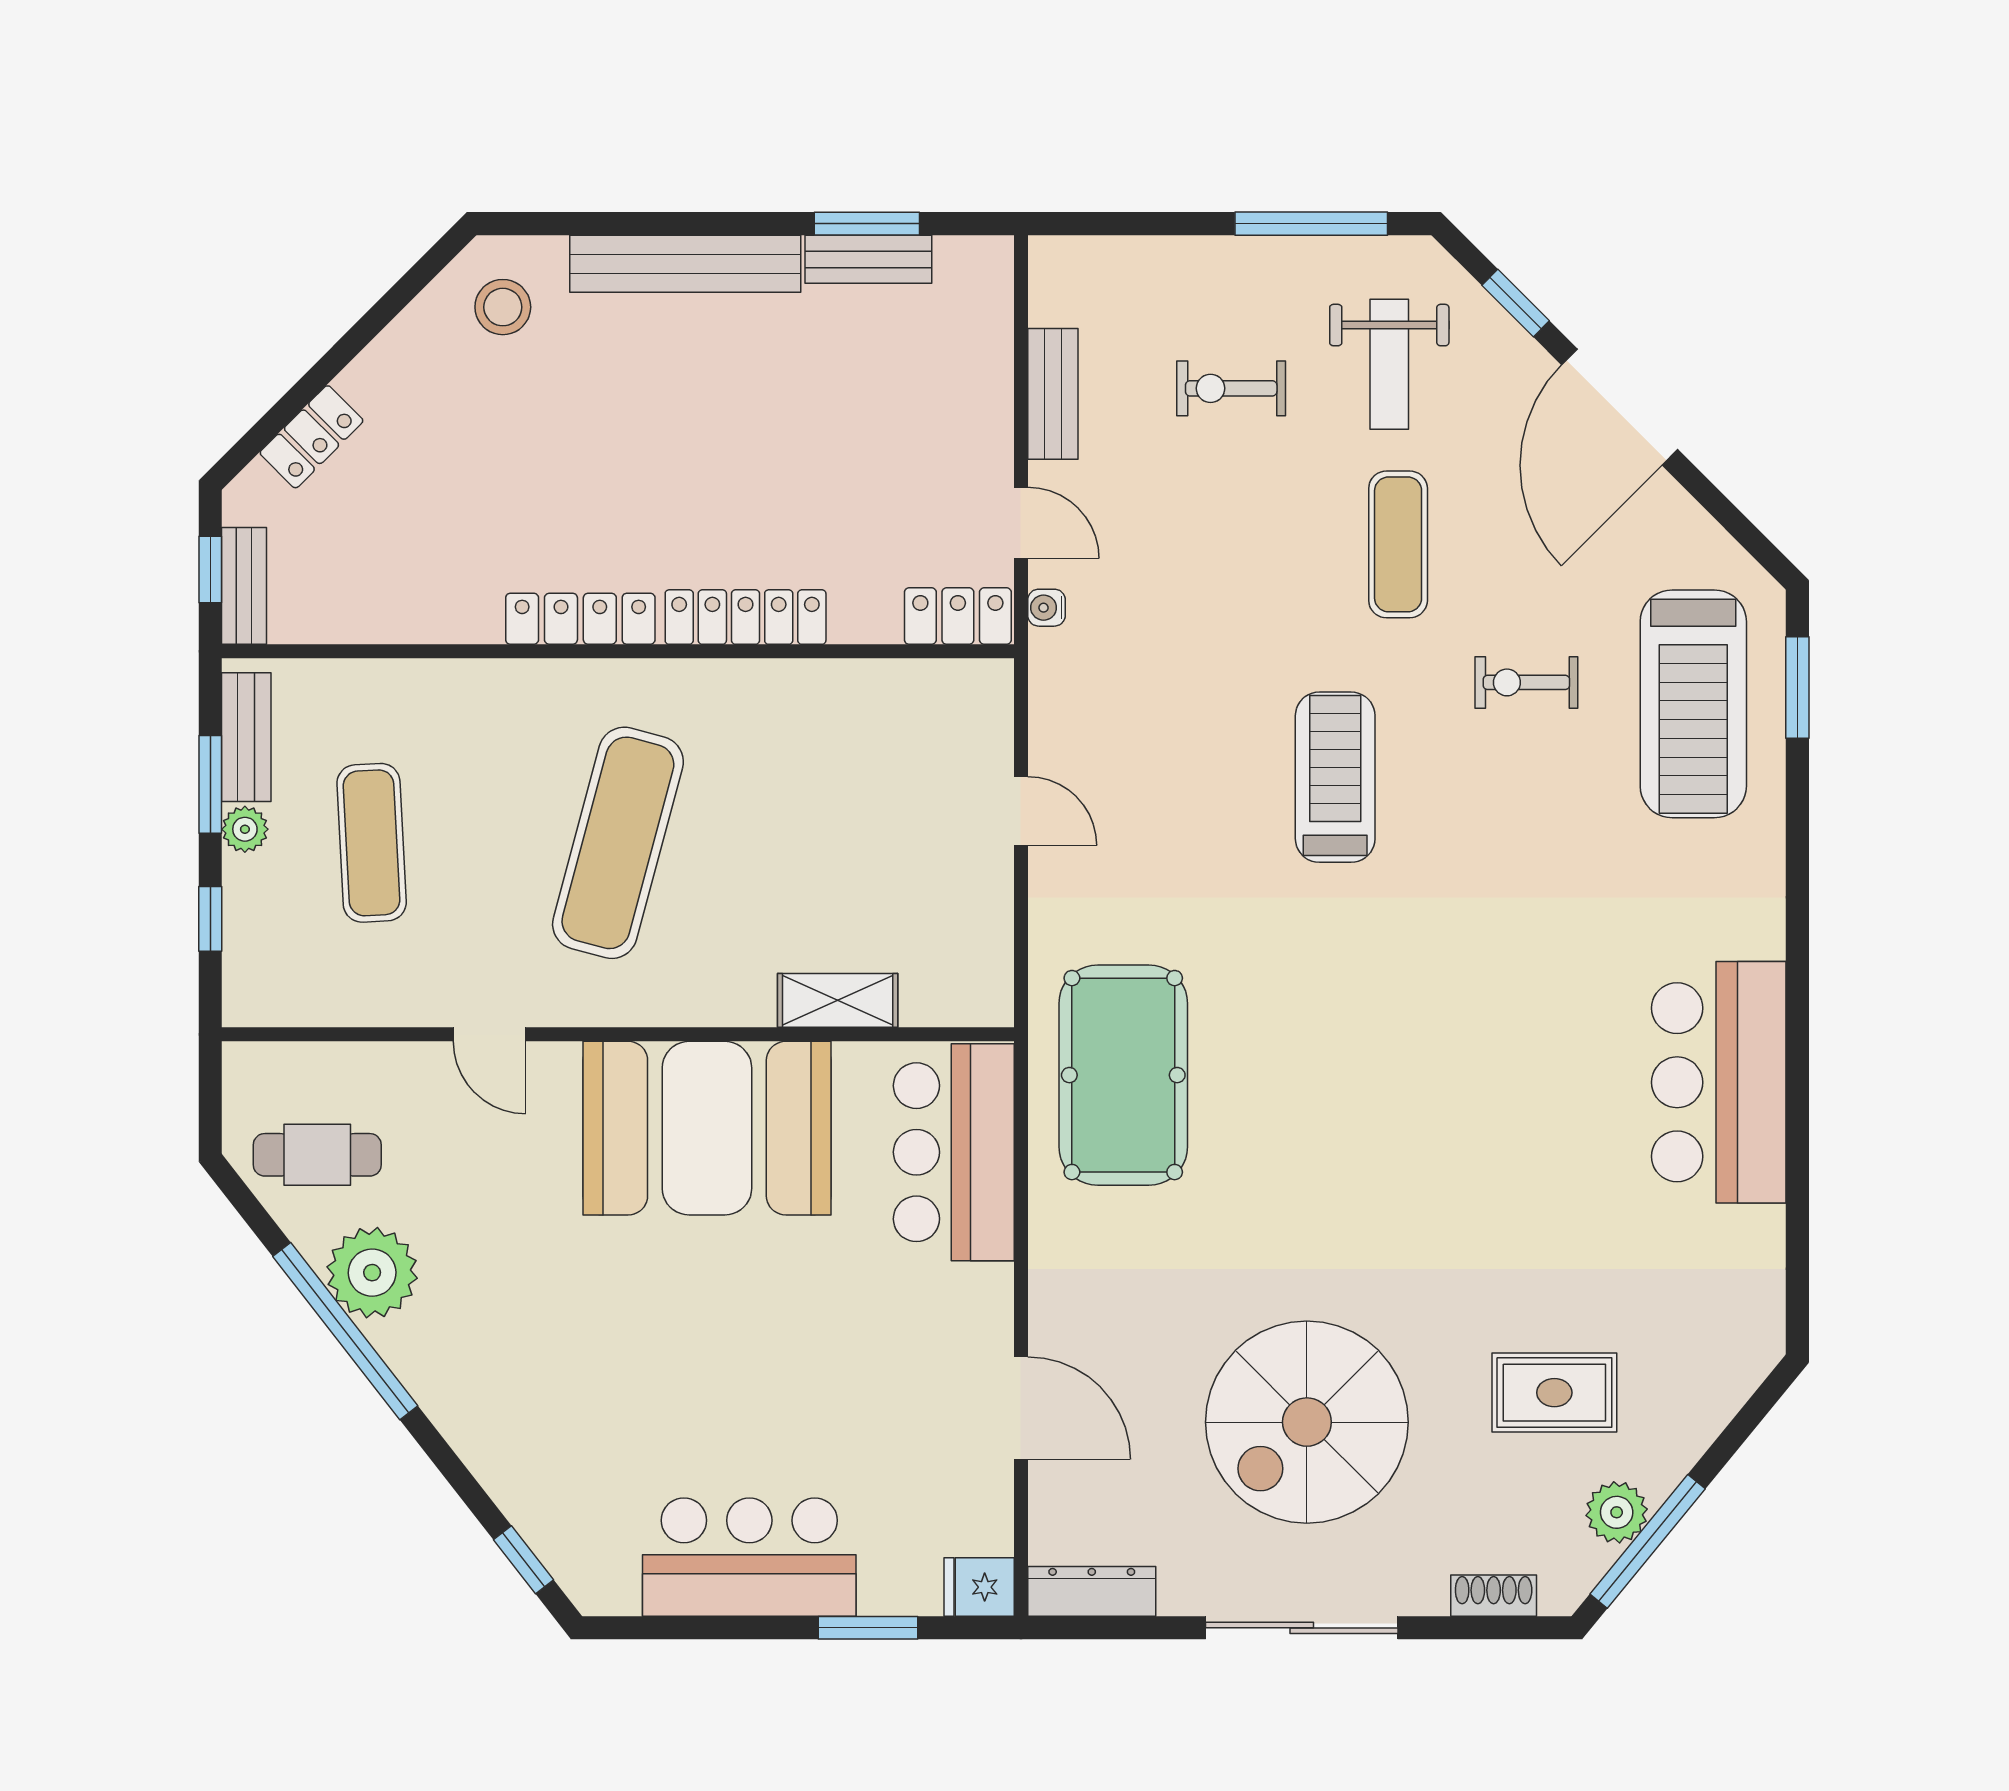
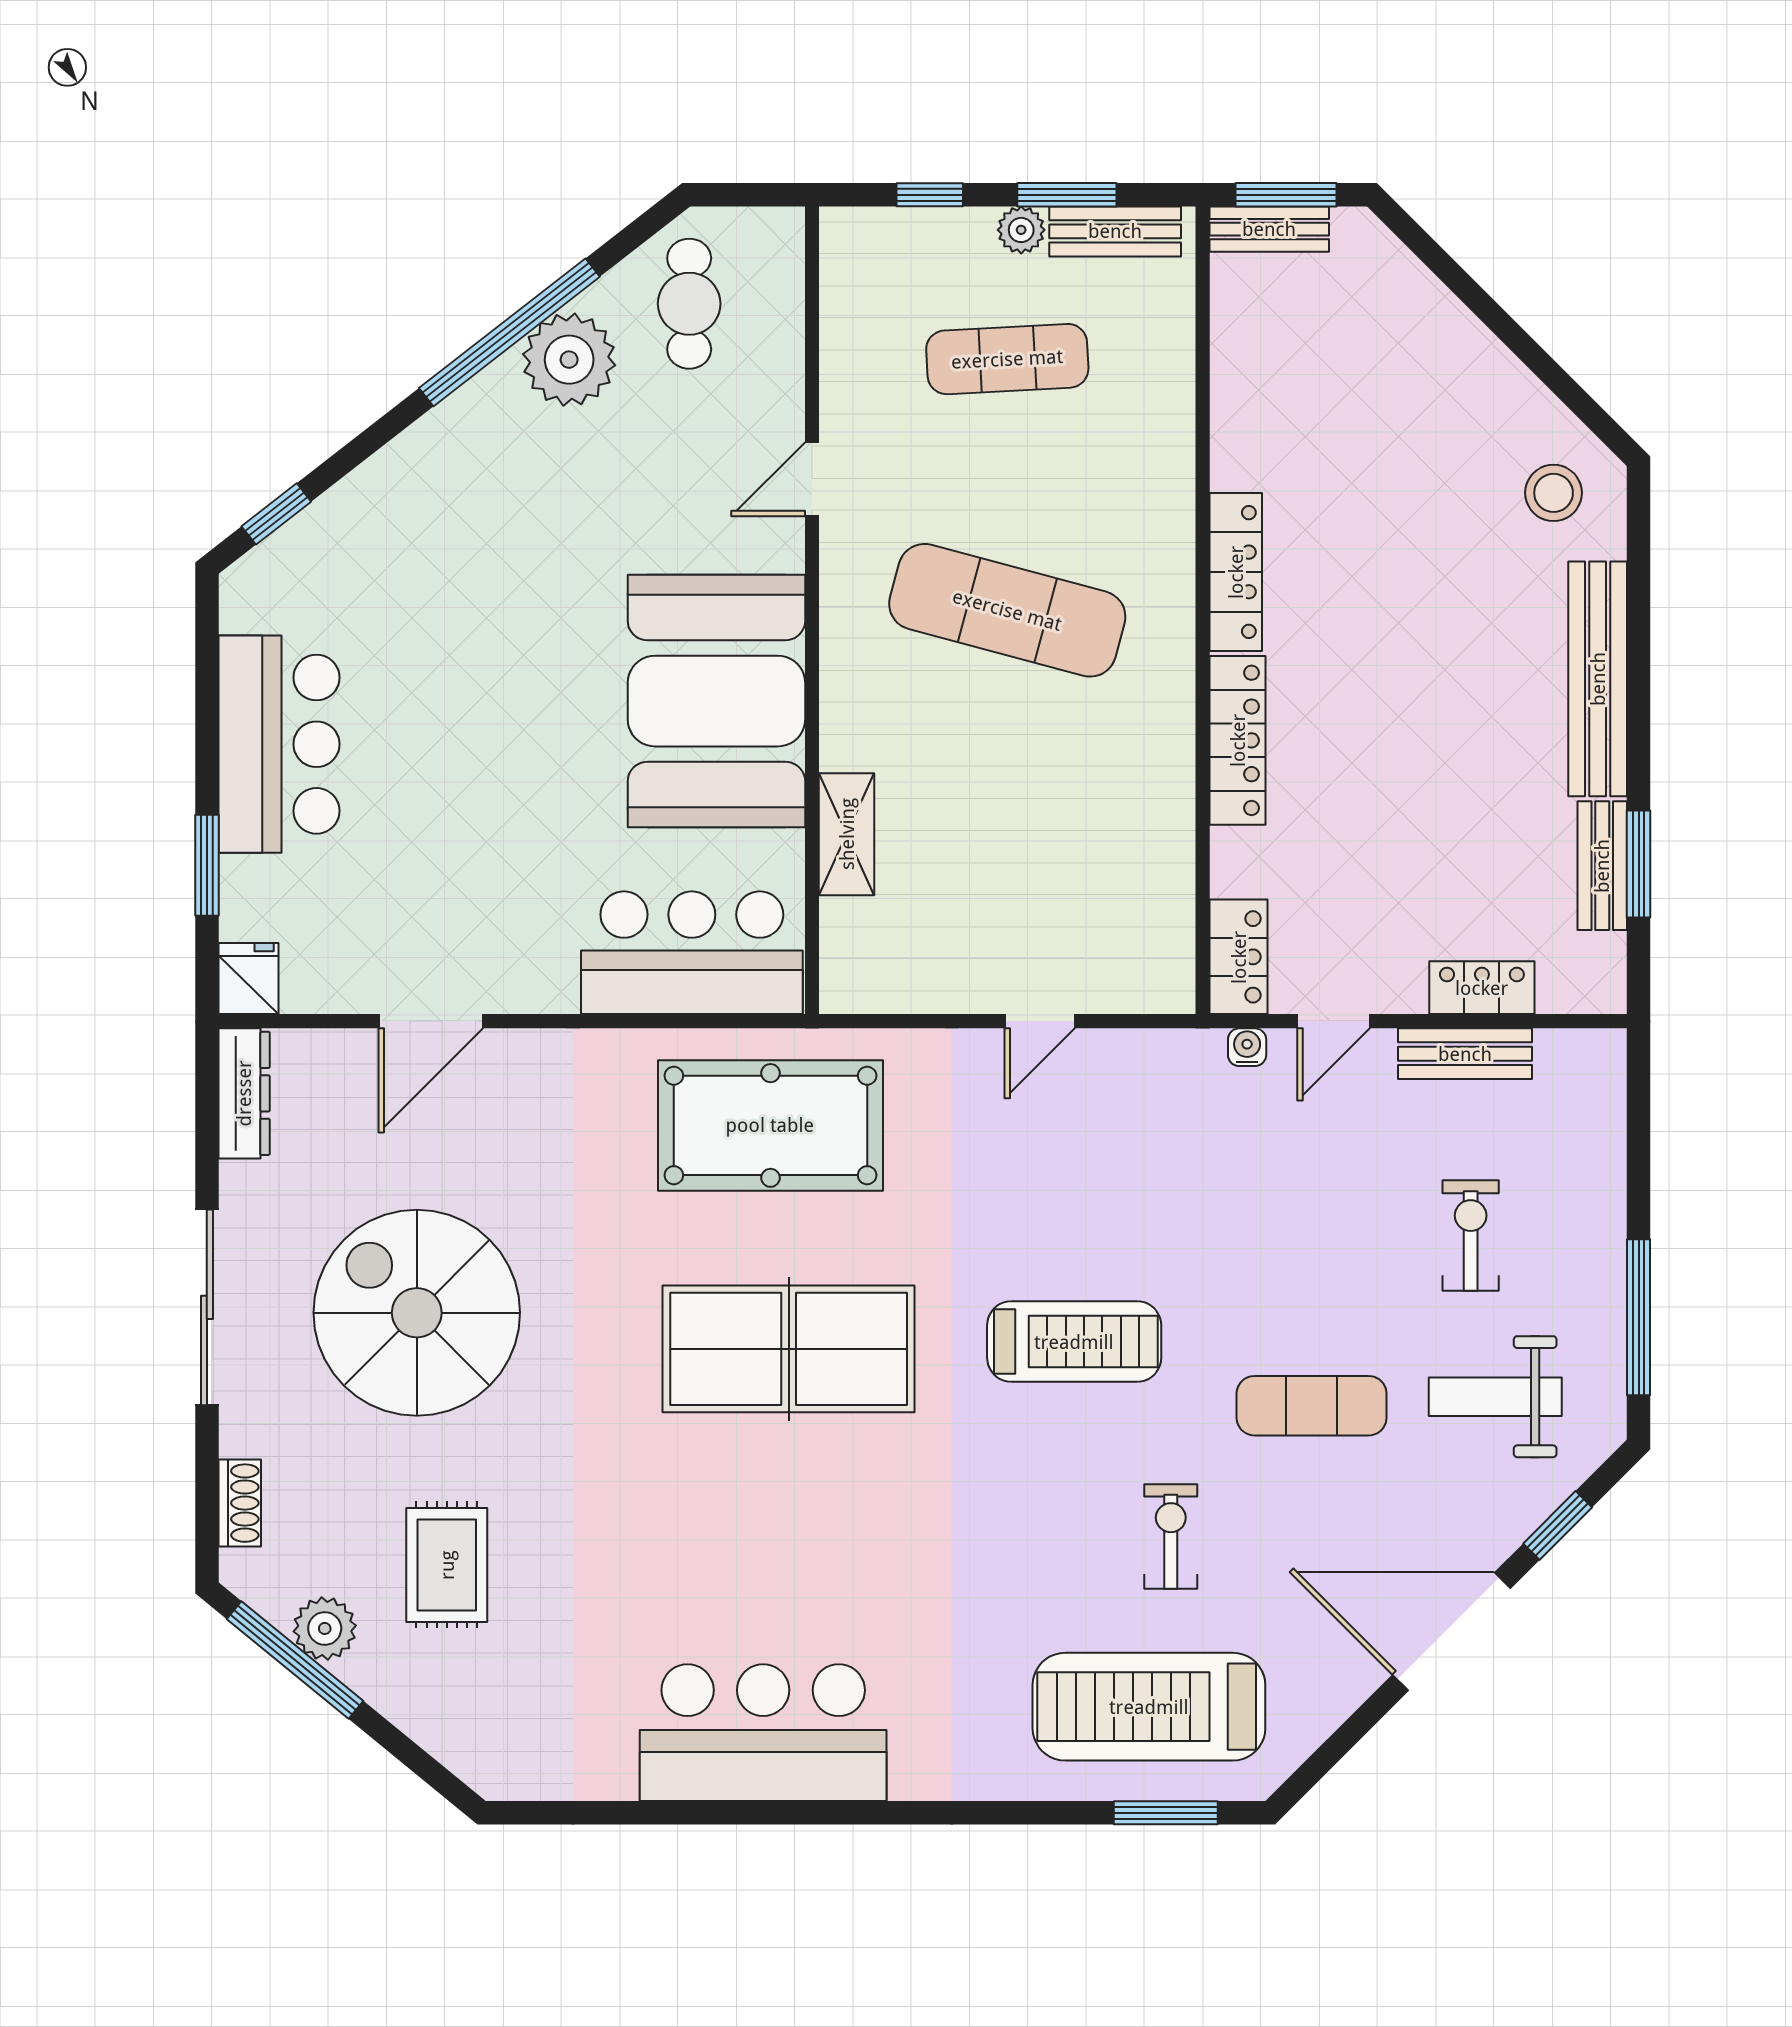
locker: (312, 437) -> (1482, 988), moved, turned 135
window: (210, 569) -> (1286, 195), width x1.50
table tennis table: (1342, 1057) -> (789, 1349), added

